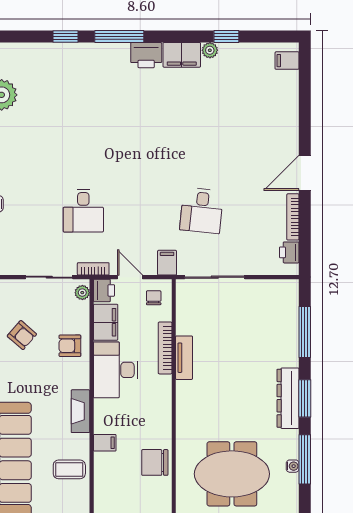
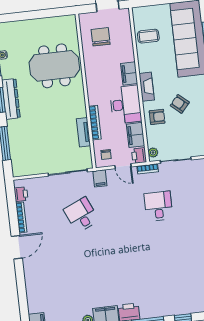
desk: (202, 211) -> (81, 215), turned -30
armchair: (22, 335) -> (180, 104), moved
tv unit: (184, 358) -> (83, 132), moved
fireplace: (80, 411) -> (147, 87), moved
filing cabinet: (105, 443) -> (129, 74), moved, width x2.00
chair: (155, 462) -> (101, 37), moved, turned -90
meeting table: (232, 474) -> (54, 66), moved

